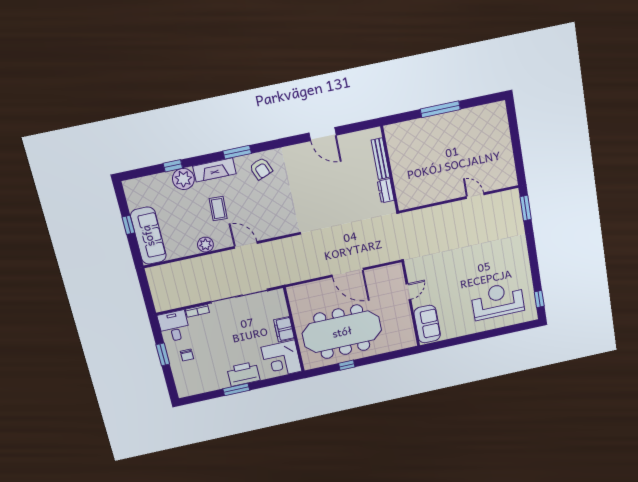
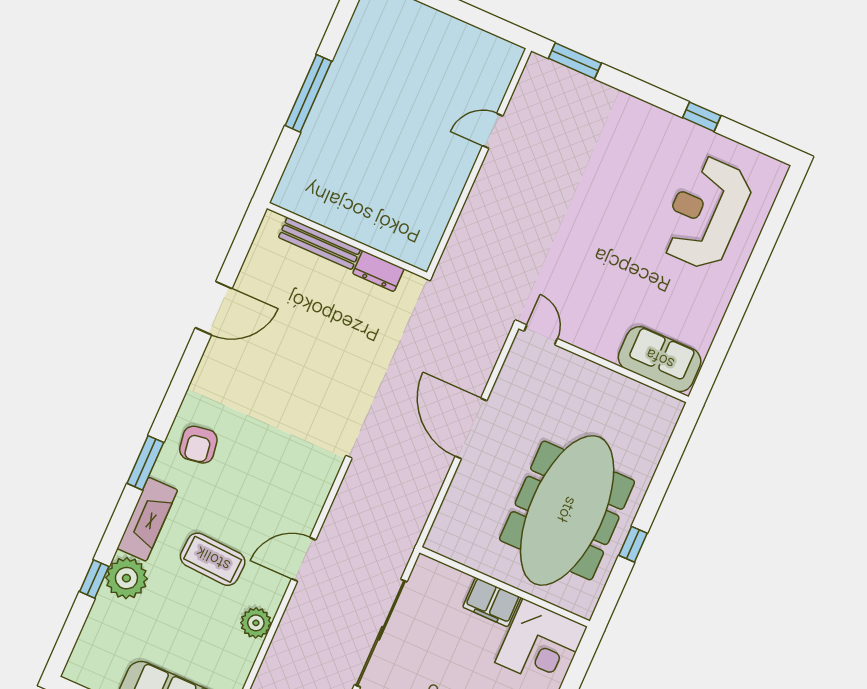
armchair: (261, 169) -> (198, 445), turned 102
coffee table: (218, 209) -> (213, 559), width x1.36, depth x1.30
door: (348, 273) -> (471, 428), swing flipped
door: (408, 292) -> (541, 335), moved
window: (539, 299) -> (702, 117), moved

